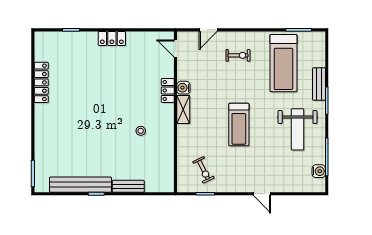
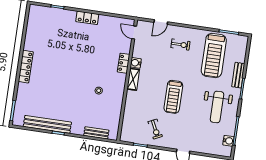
locker: (41, 82) -> (26, 67), moved
exercise bike: (203, 170) -> (155, 129), moved
bench: (128, 186) -> (96, 133), moved

